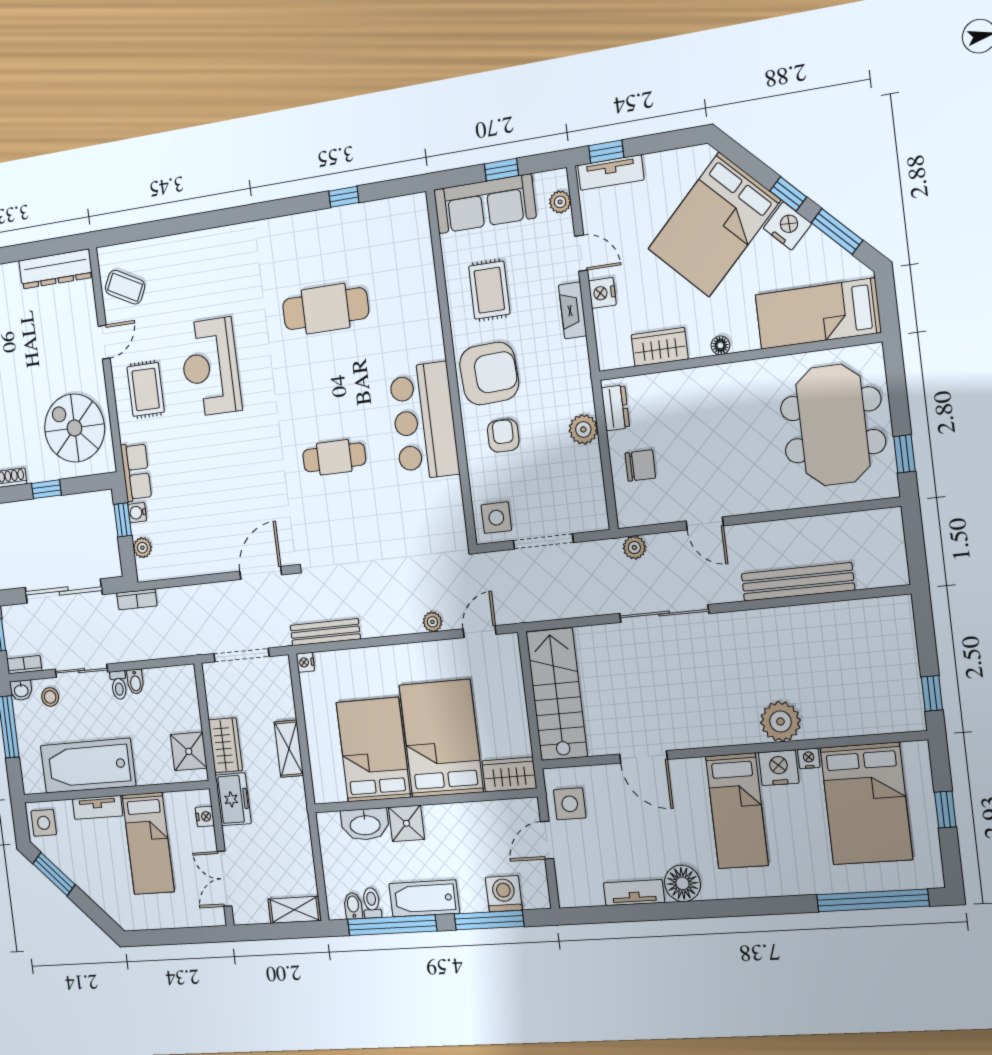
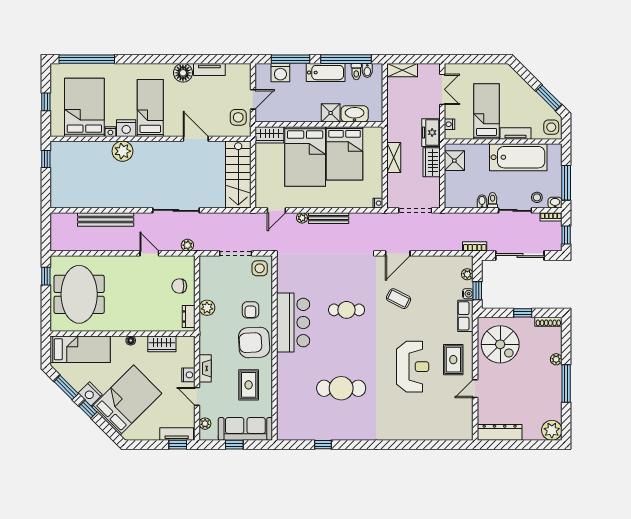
coffee table: (125, 287) -> (399, 299), moved
bench: (325, 632) -> (329, 218), moved

